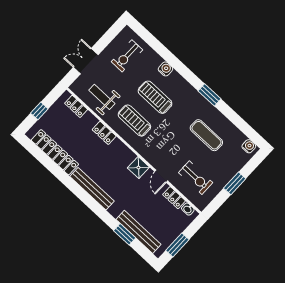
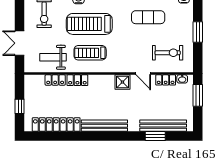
treadmill: (155, 97) -> (89, 24), width x1.37, depth x1.38
locker: (76, 106) -> (55, 80), moved
window: (177, 245) -> (198, 95), moved

